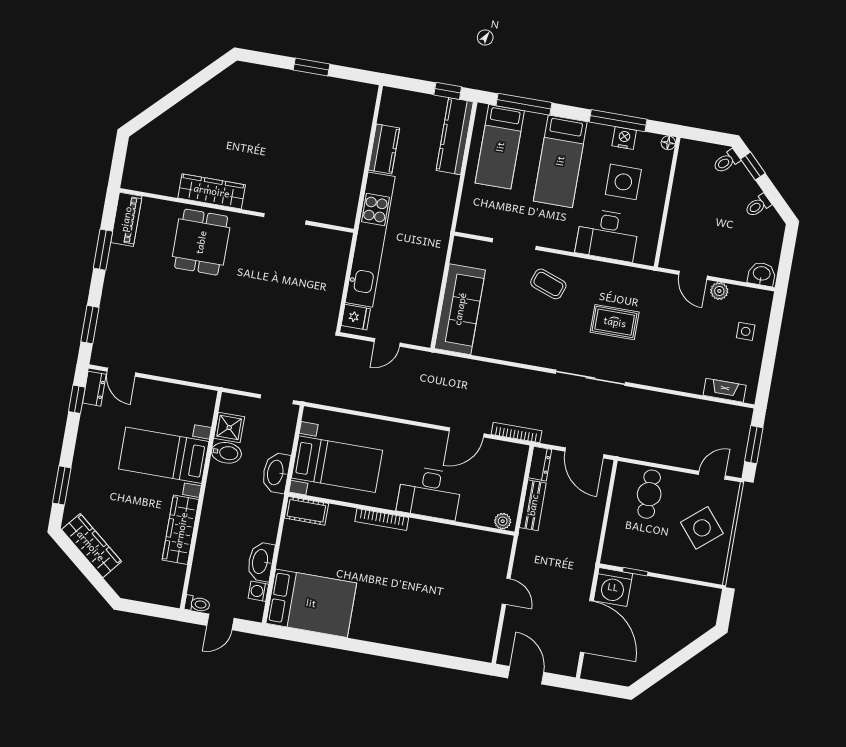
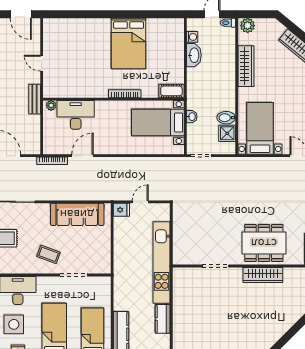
dining table: (201, 242) -> (264, 243), width x1.38
sofa: (460, 309) -> (77, 214), moved, turned -90
fridge: (356, 317) -> (121, 210), moved, turned 180
bed with nightstands: (164, 455) -> (260, 128), moved, turned -90
dresser: (540, 464) -> (35, 144), removed
washbasin: (276, 473) -> (192, 117), width x0.52, depth x0.69
desk: (429, 493) -> (76, 115), moved
bench: (533, 505) -> (35, 99), moved
plant: (167, 594) -> (248, 26), added
bed: (311, 603) -> (129, 44), moved, turned -90

